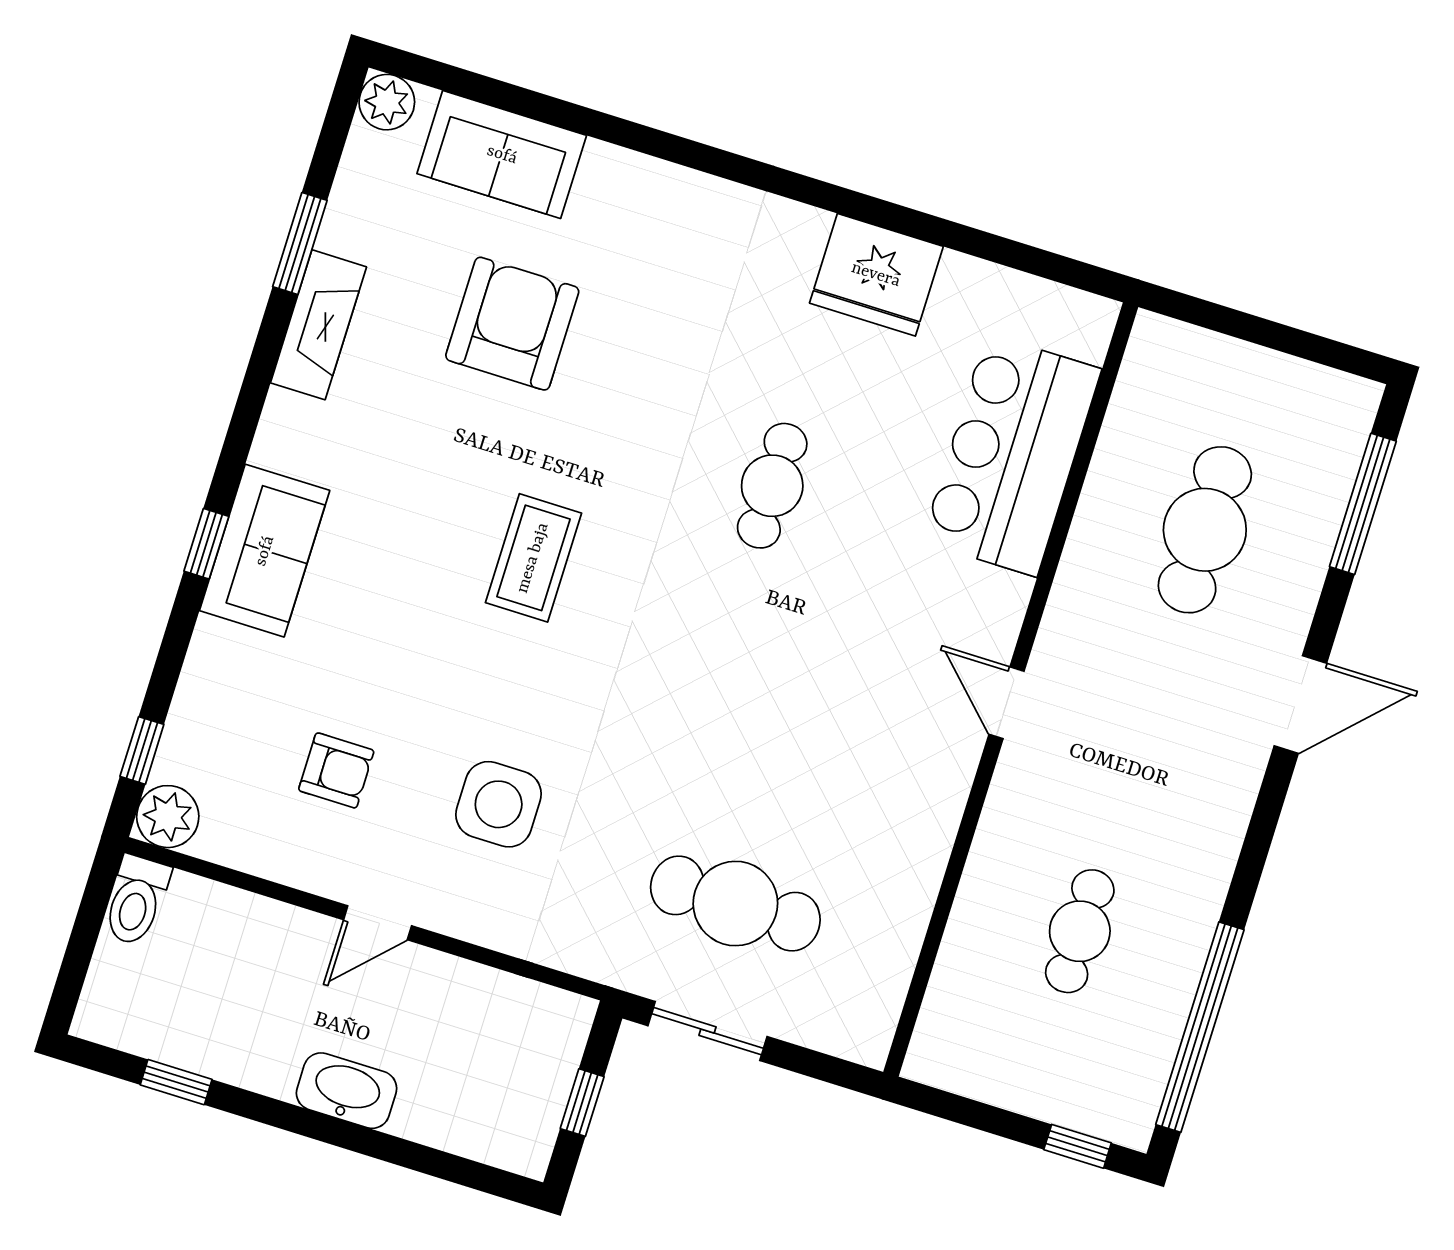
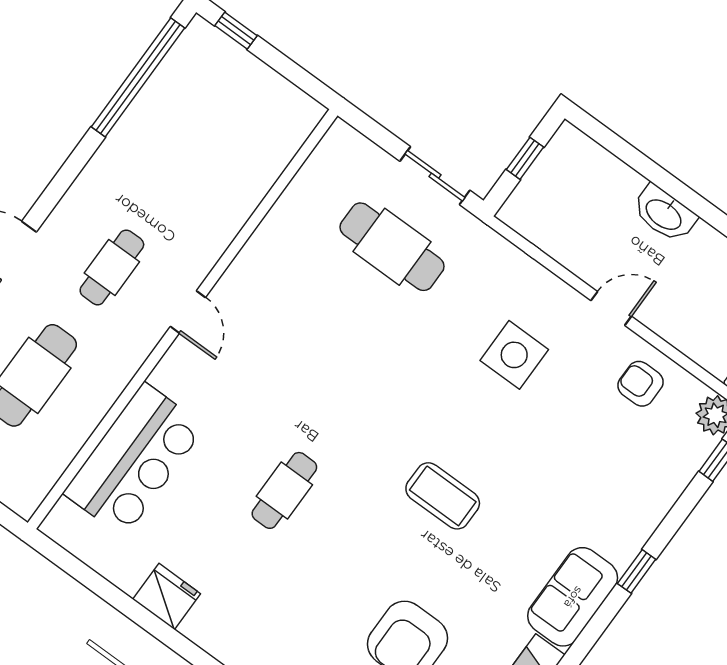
fridge: (876, 275) -> (167, 597), width x0.73, depth x0.75
sofa: (265, 551) -> (573, 597), moved
coffee table: (533, 558) -> (443, 496), turned 90
armchair: (336, 770) -> (640, 384), moved
cafe table: (1080, 931) -> (112, 267), moved

